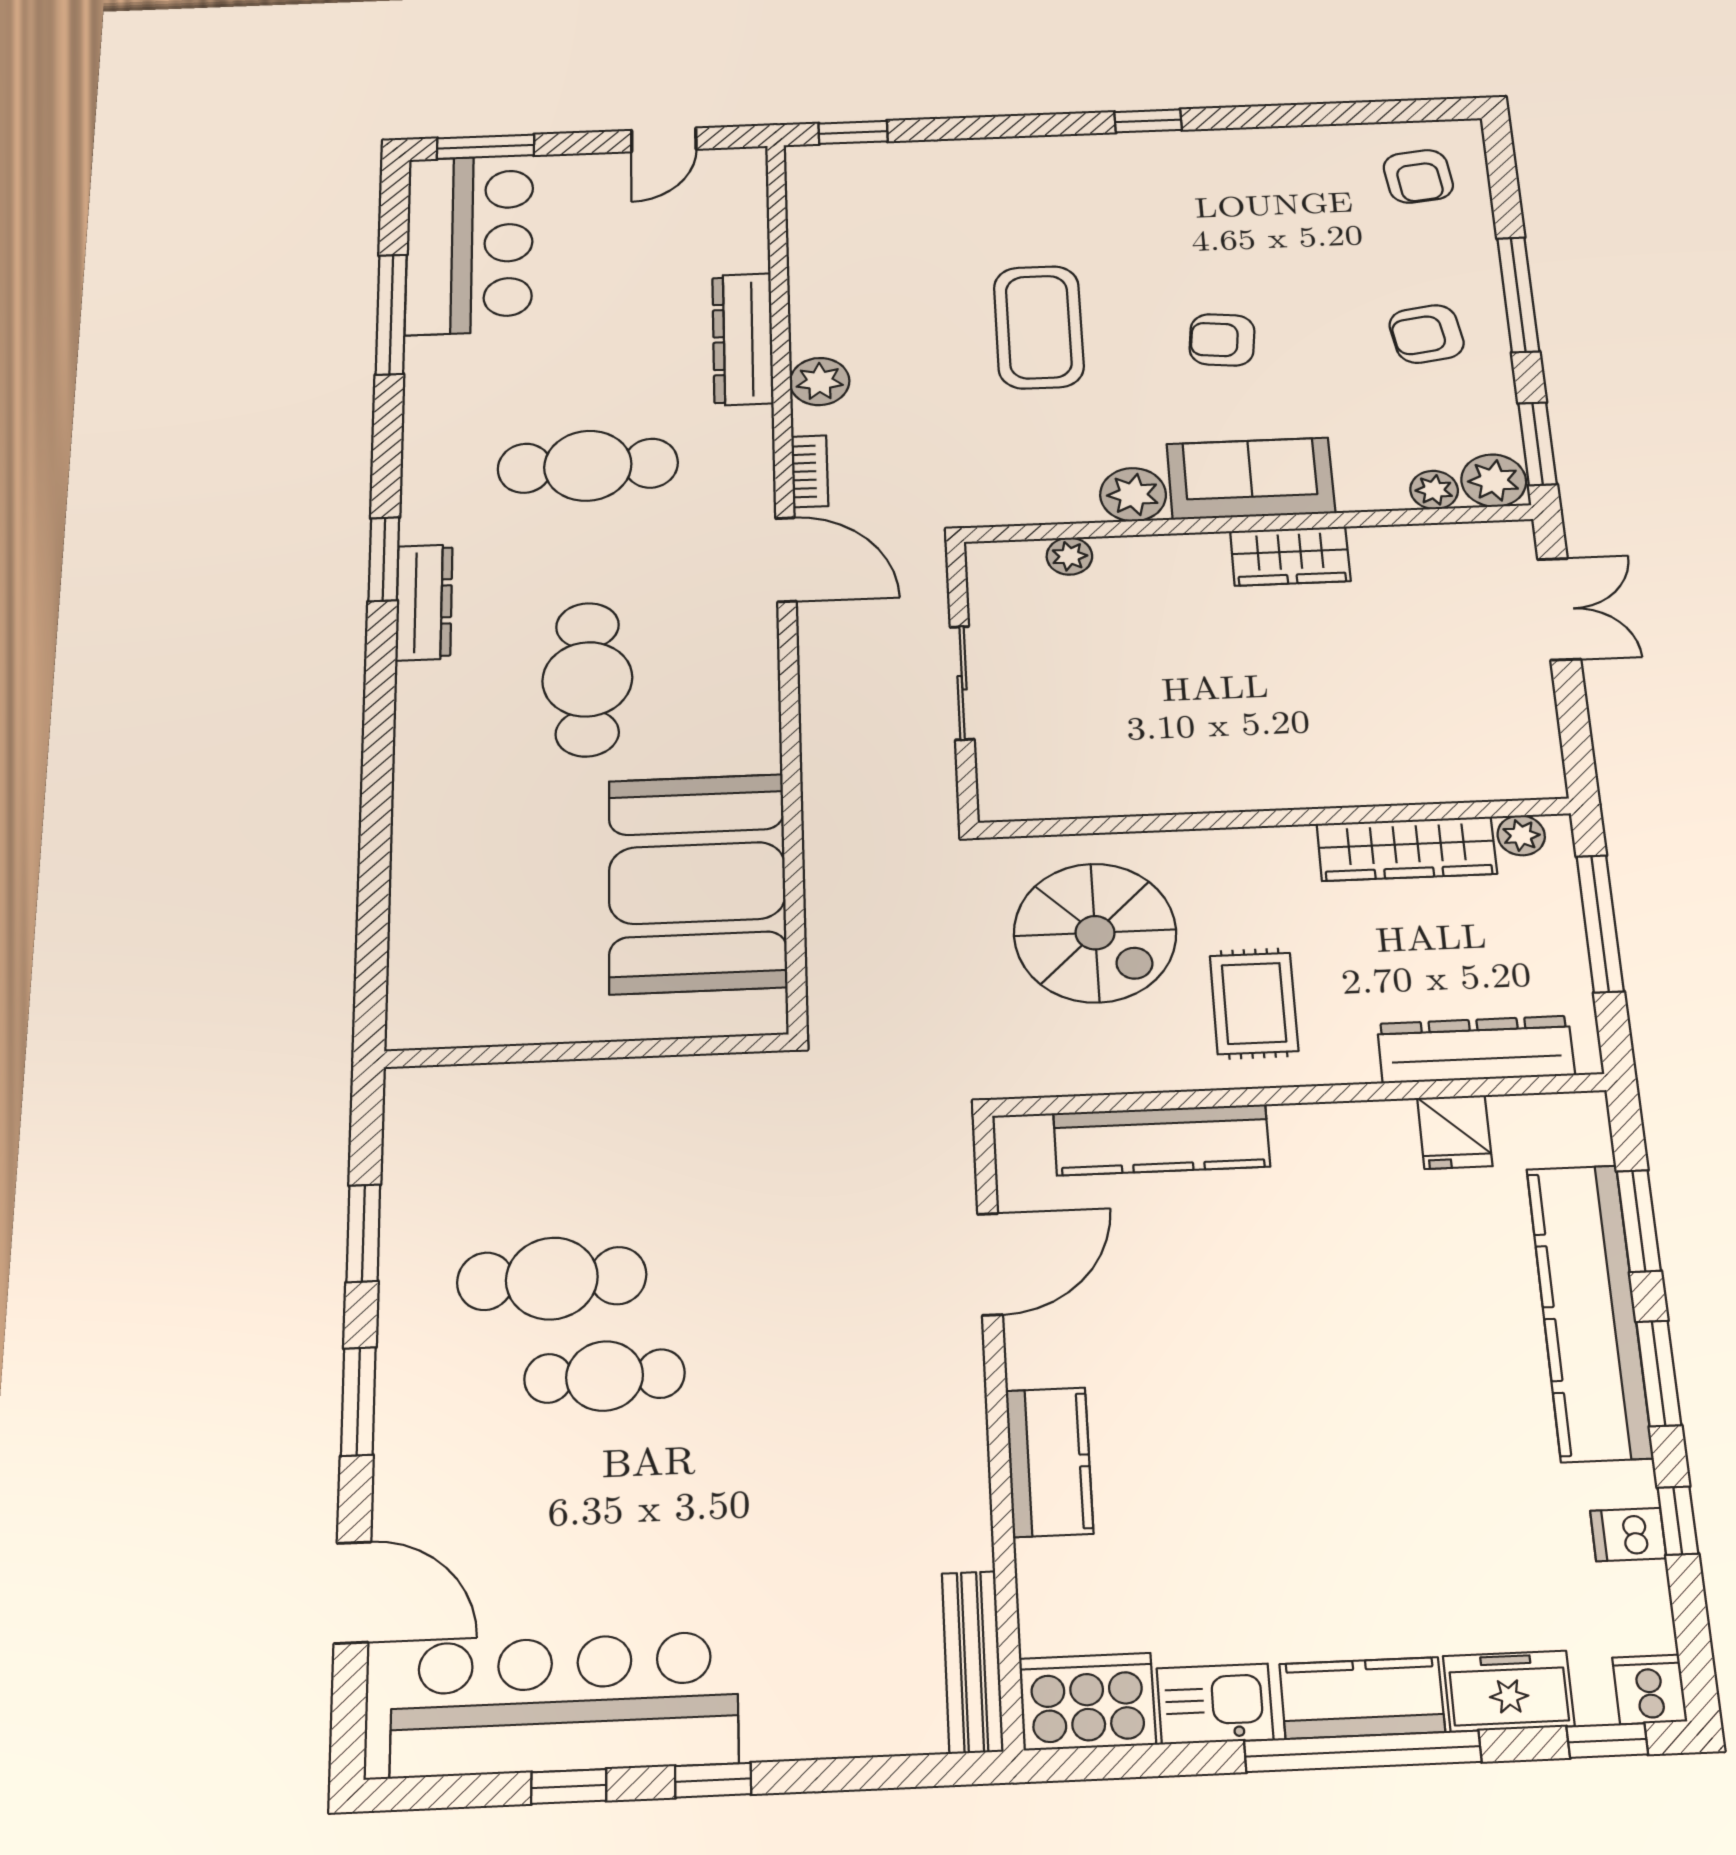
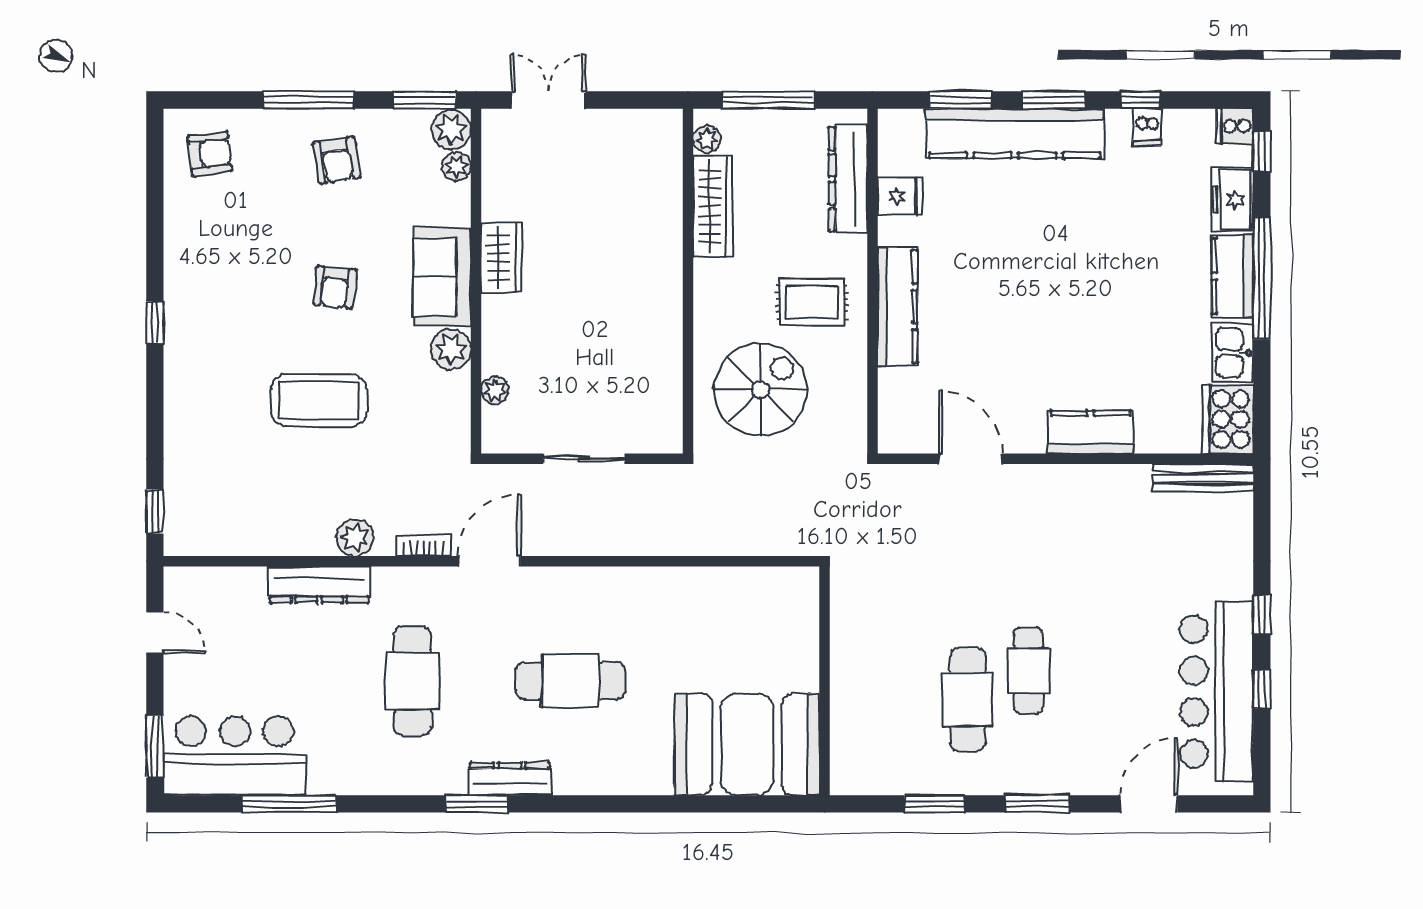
booth: (697, 883) -> (747, 744), moved
kitchen counter: (1161, 1140) -> (897, 306), moved

